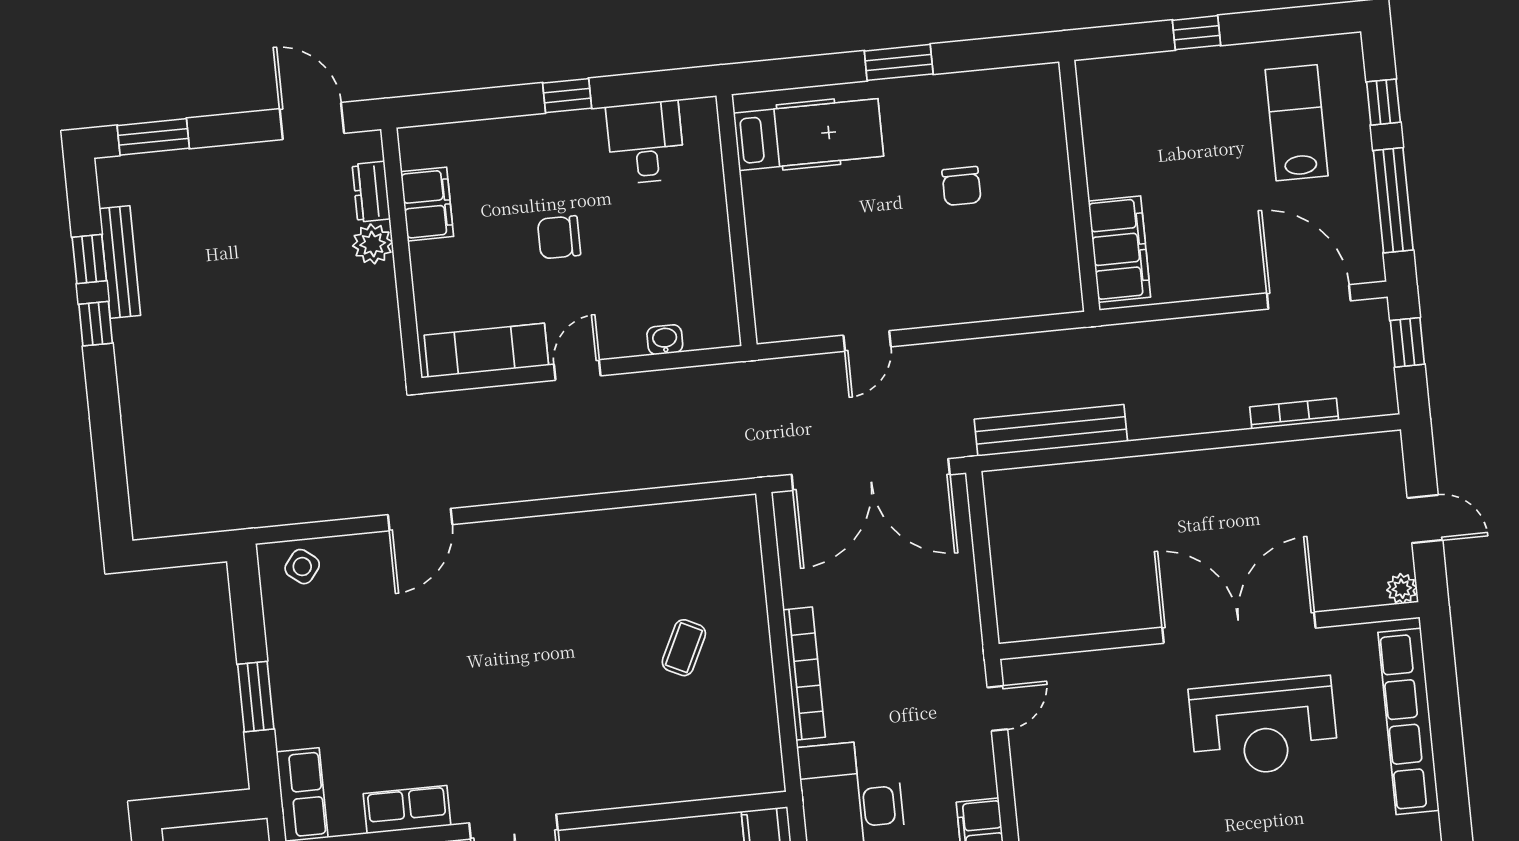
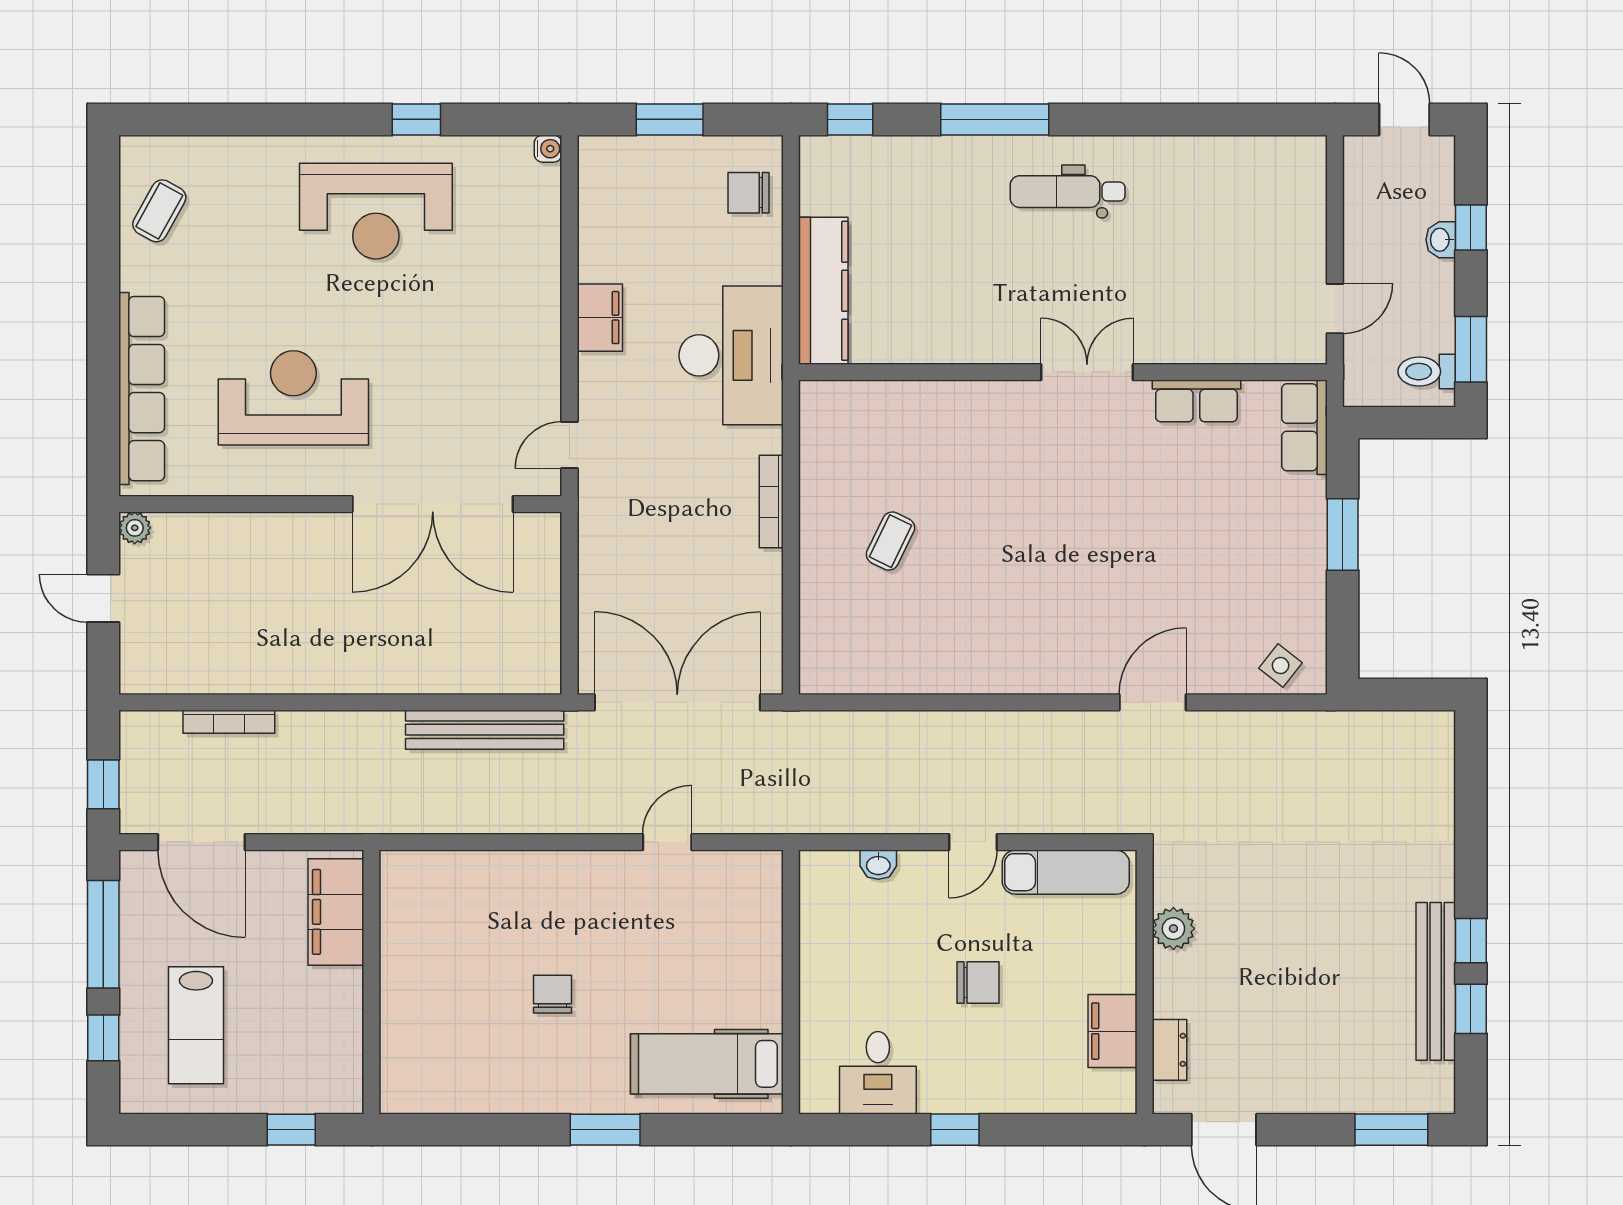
wall: (1079, 186) -> (371, 982), moved
plant: (373, 244) -> (1173, 929), moved
filing cabinet: (1119, 249) -> (336, 912), moved
bench: (120, 262) -> (1436, 981), width x1.37, depth x1.21
double door: (1239, 628) -> (433, 504), moved
bookcase: (804, 673) -> (771, 502), width x0.68, depth x0.76

